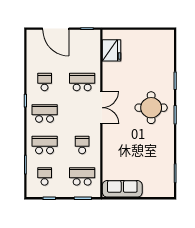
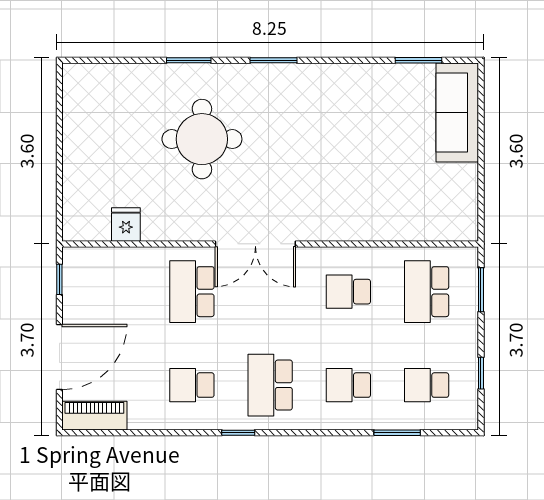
piano: (32, 43) -> (94, 416), added
fridge: (111, 50) -> (126, 224), width x0.53, depth x0.75
double door: (101, 108) -> (255, 244), swing flipped
round table: (151, 108) -> (202, 139), moved
school desk: (45, 145) -> (348, 385), width x0.54
sofa: (122, 189) -> (457, 112), moved

